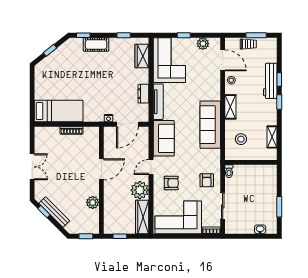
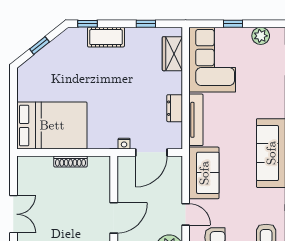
bed: (59, 111) -> (52, 125), width x1.50
door: (151, 167) -> (186, 214), swing flipped

